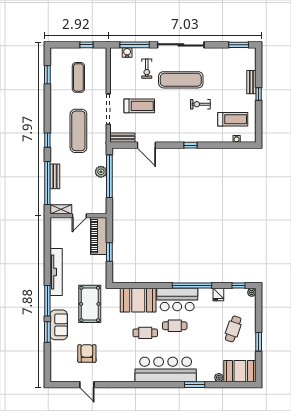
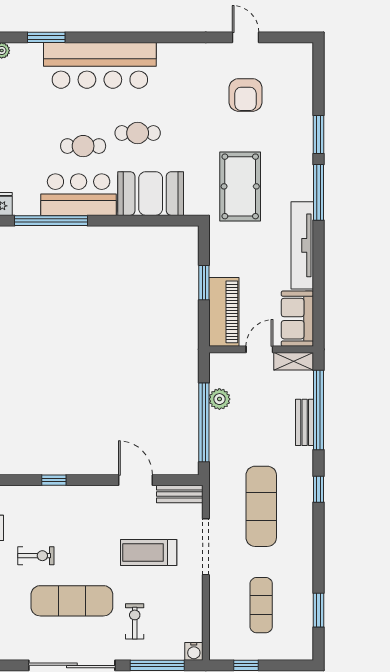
water cooler: (127, 52) -> (194, 651), moved
plant: (101, 172) -> (219, 399), moved
sofa: (59, 325) -> (297, 319), moved

